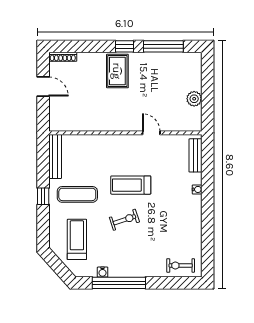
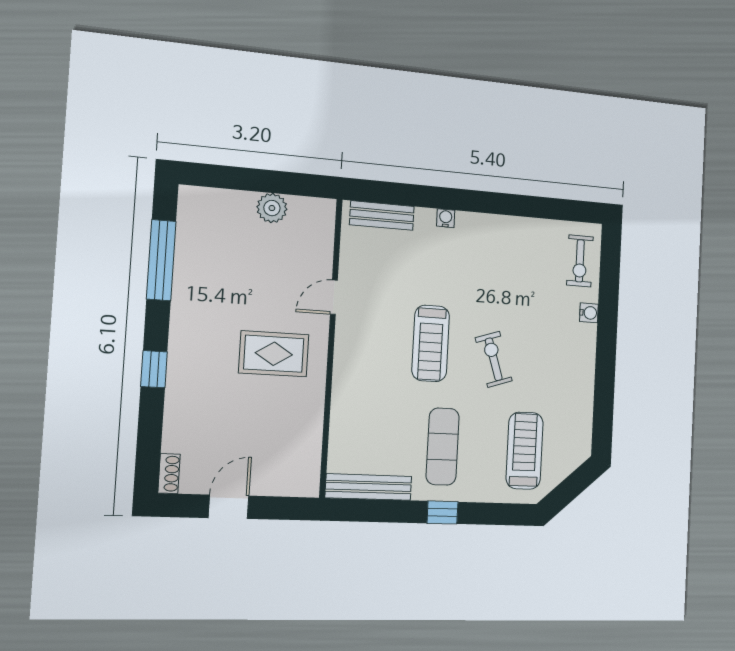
window: (124, 46) -> (154, 369), moved
shoe rack: (63, 57) -> (169, 474), width x0.70
rug: (117, 71) -> (274, 354), moved
treadmill: (77, 239) -> (525, 451), turned 90
water cooler: (103, 272) -> (589, 313), moved
window: (119, 283) -> (605, 376), removed

